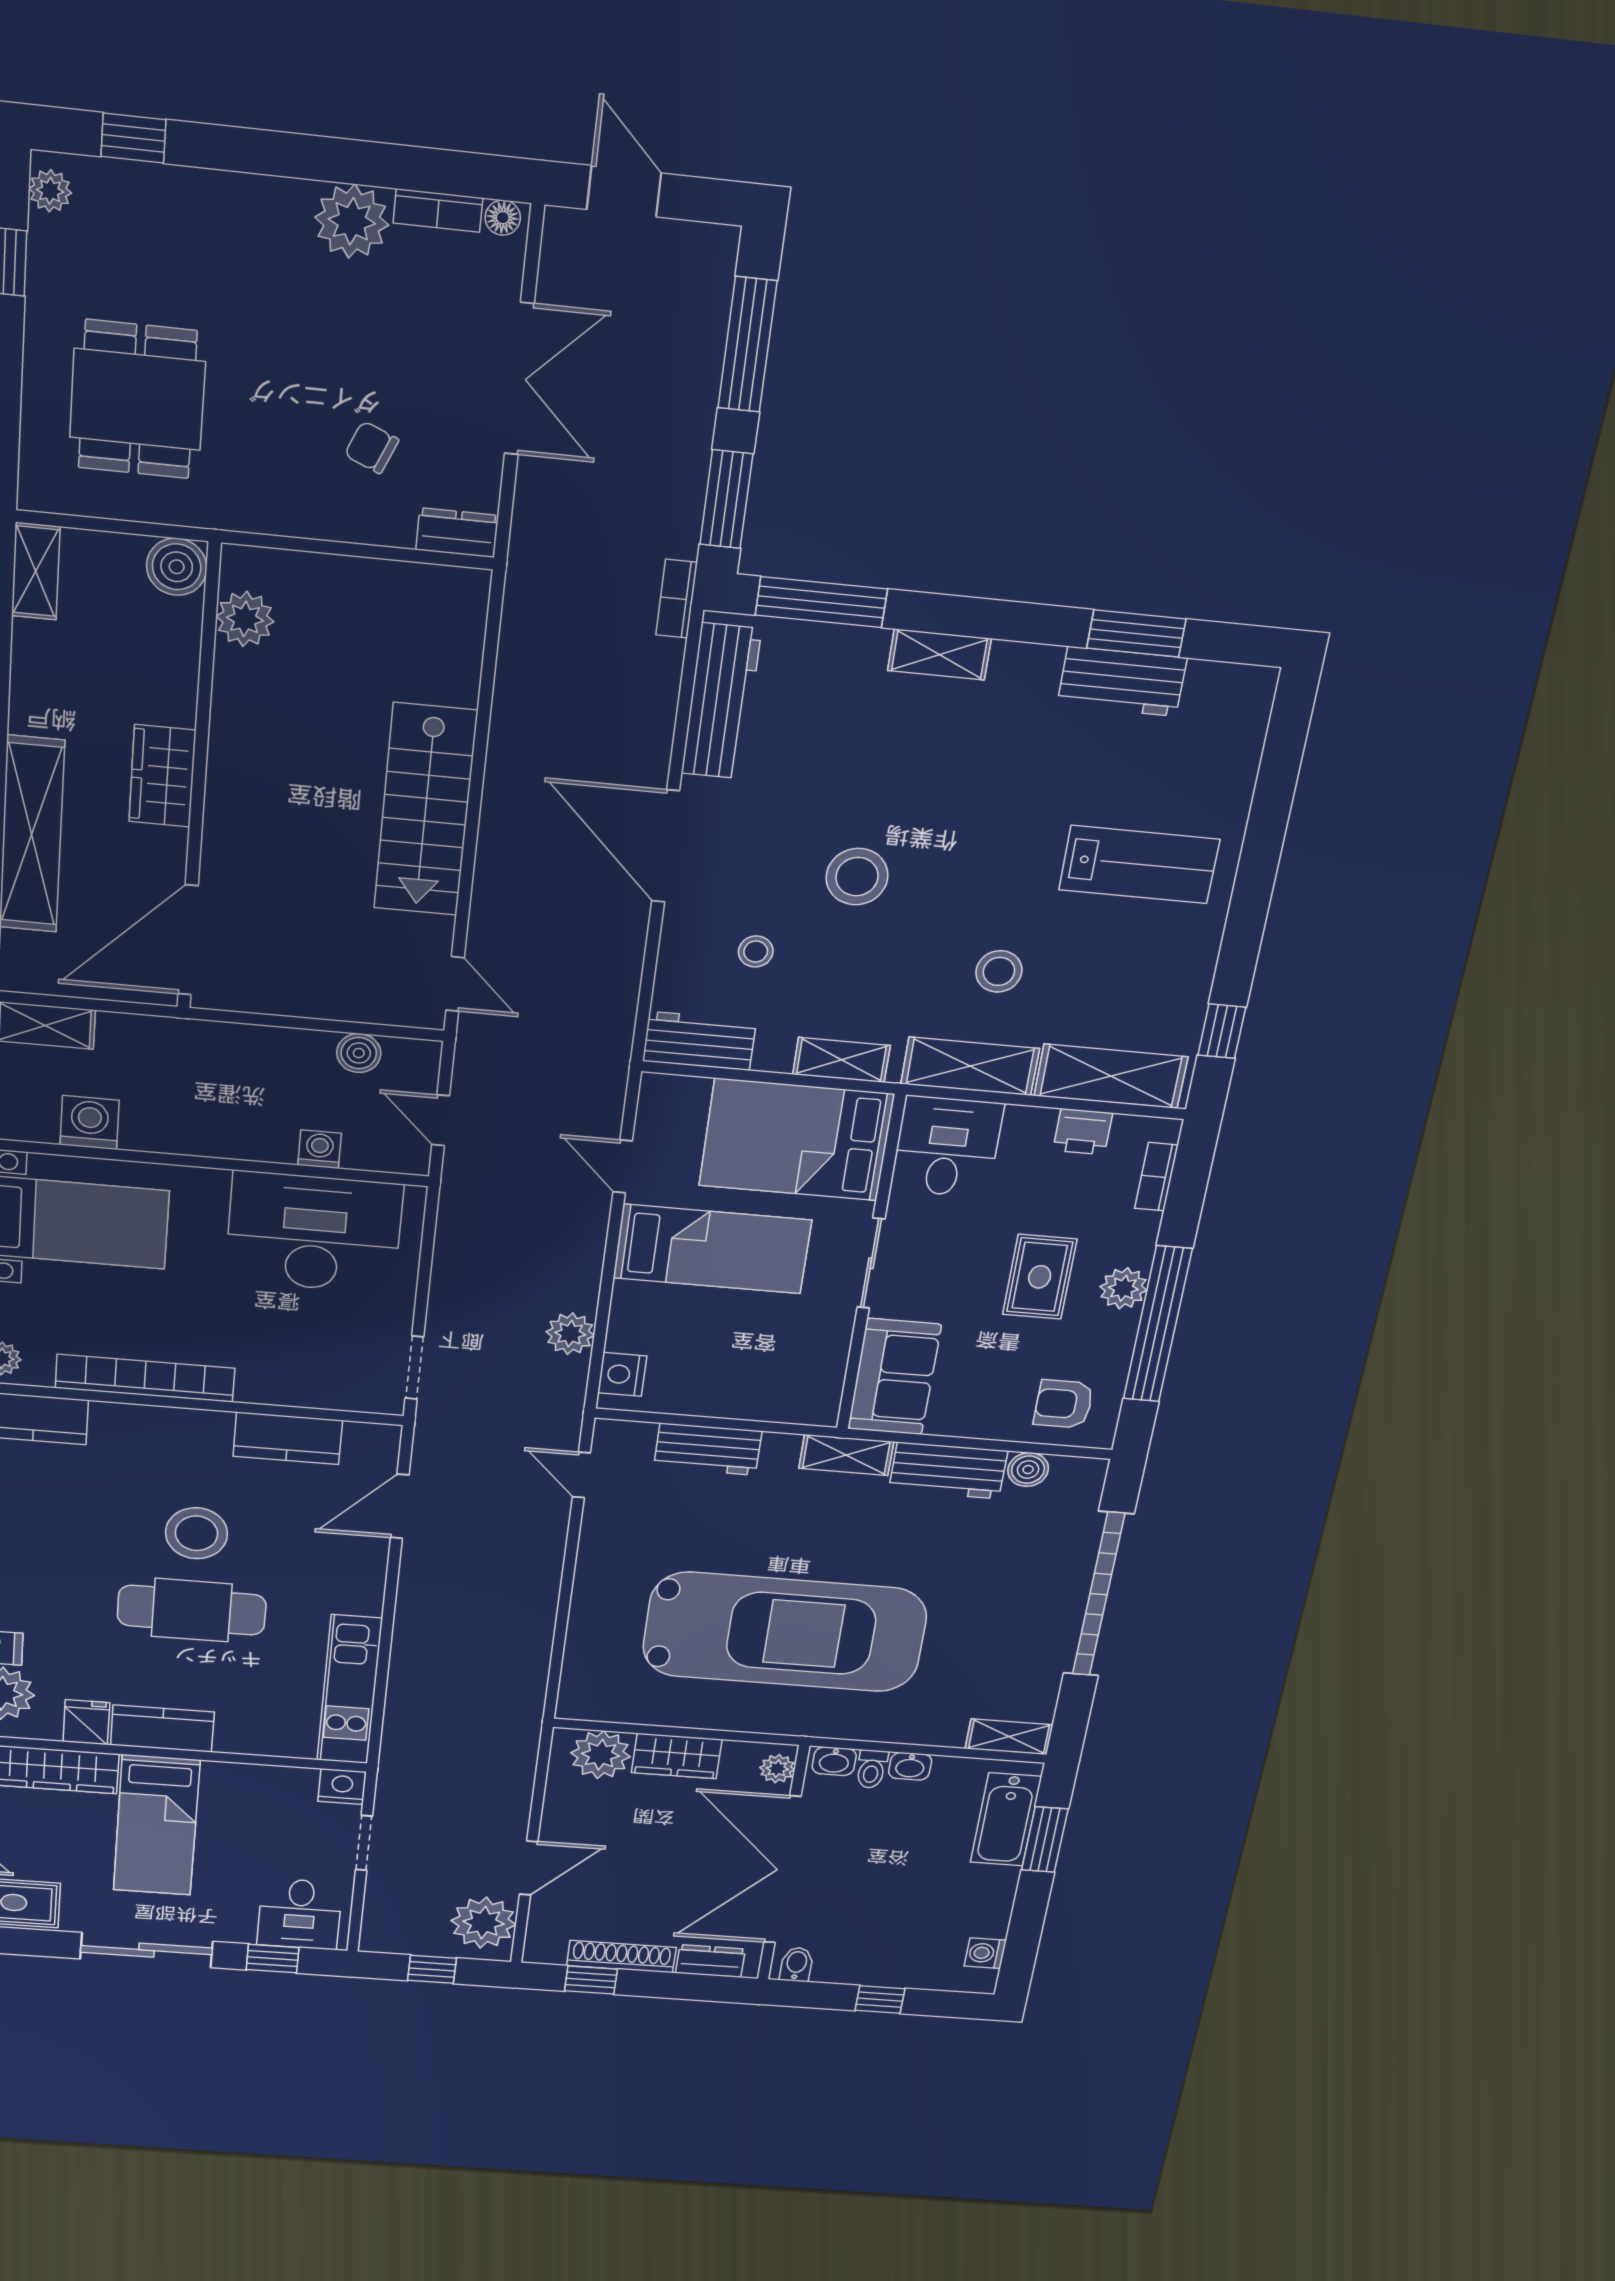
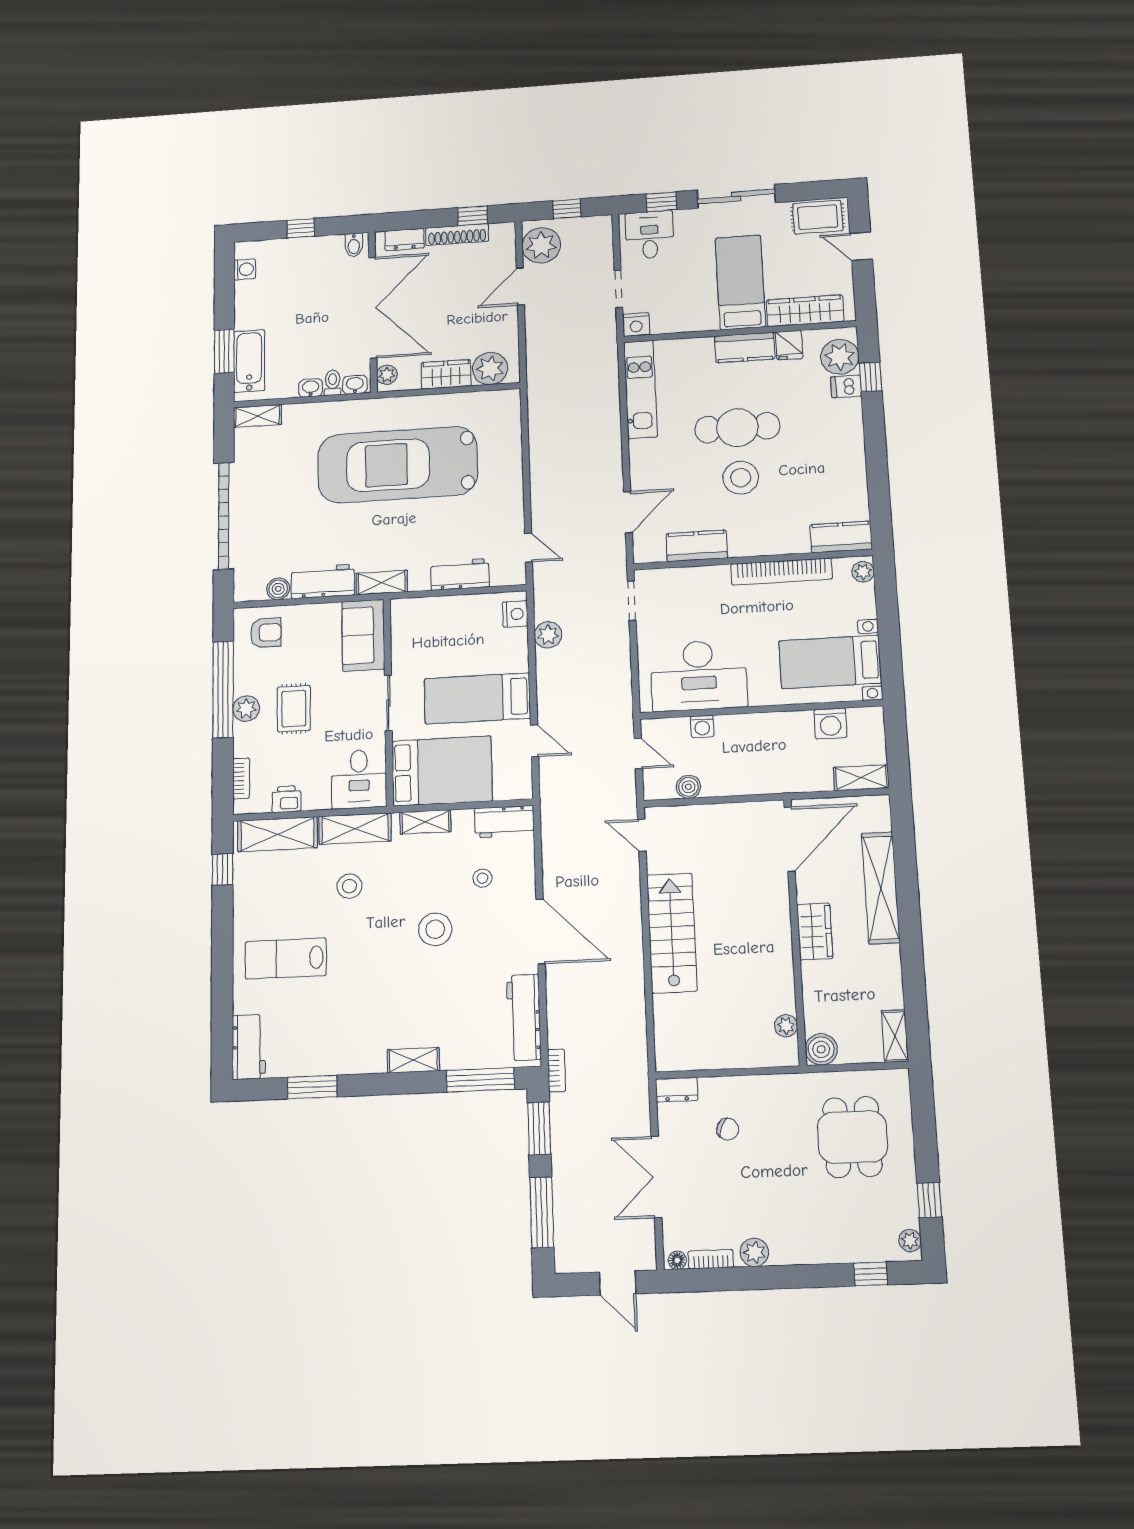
plant: (352, 221) -> (754, 1252), width x0.73, depth x0.73
plant: (245, 619) -> (786, 1026), width x0.73, depth x0.73
workbench: (1122, 681) -> (249, 1047), moved, turned 90

